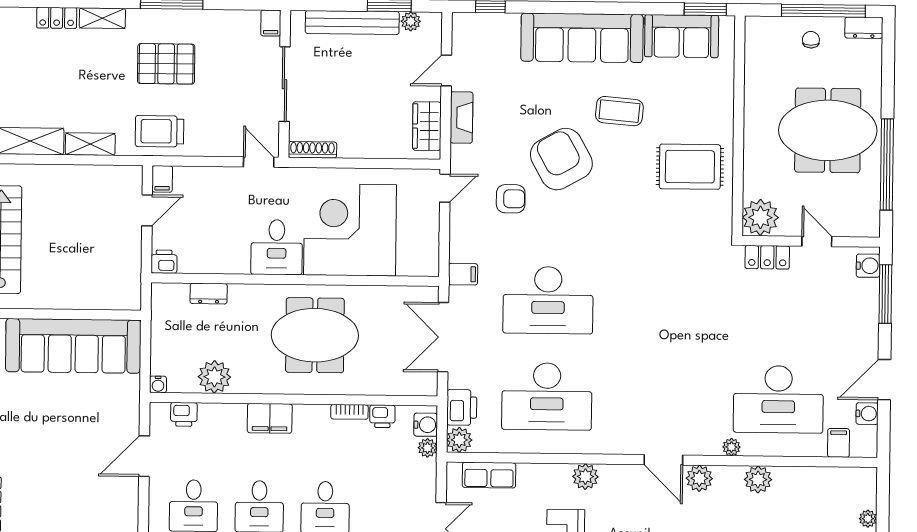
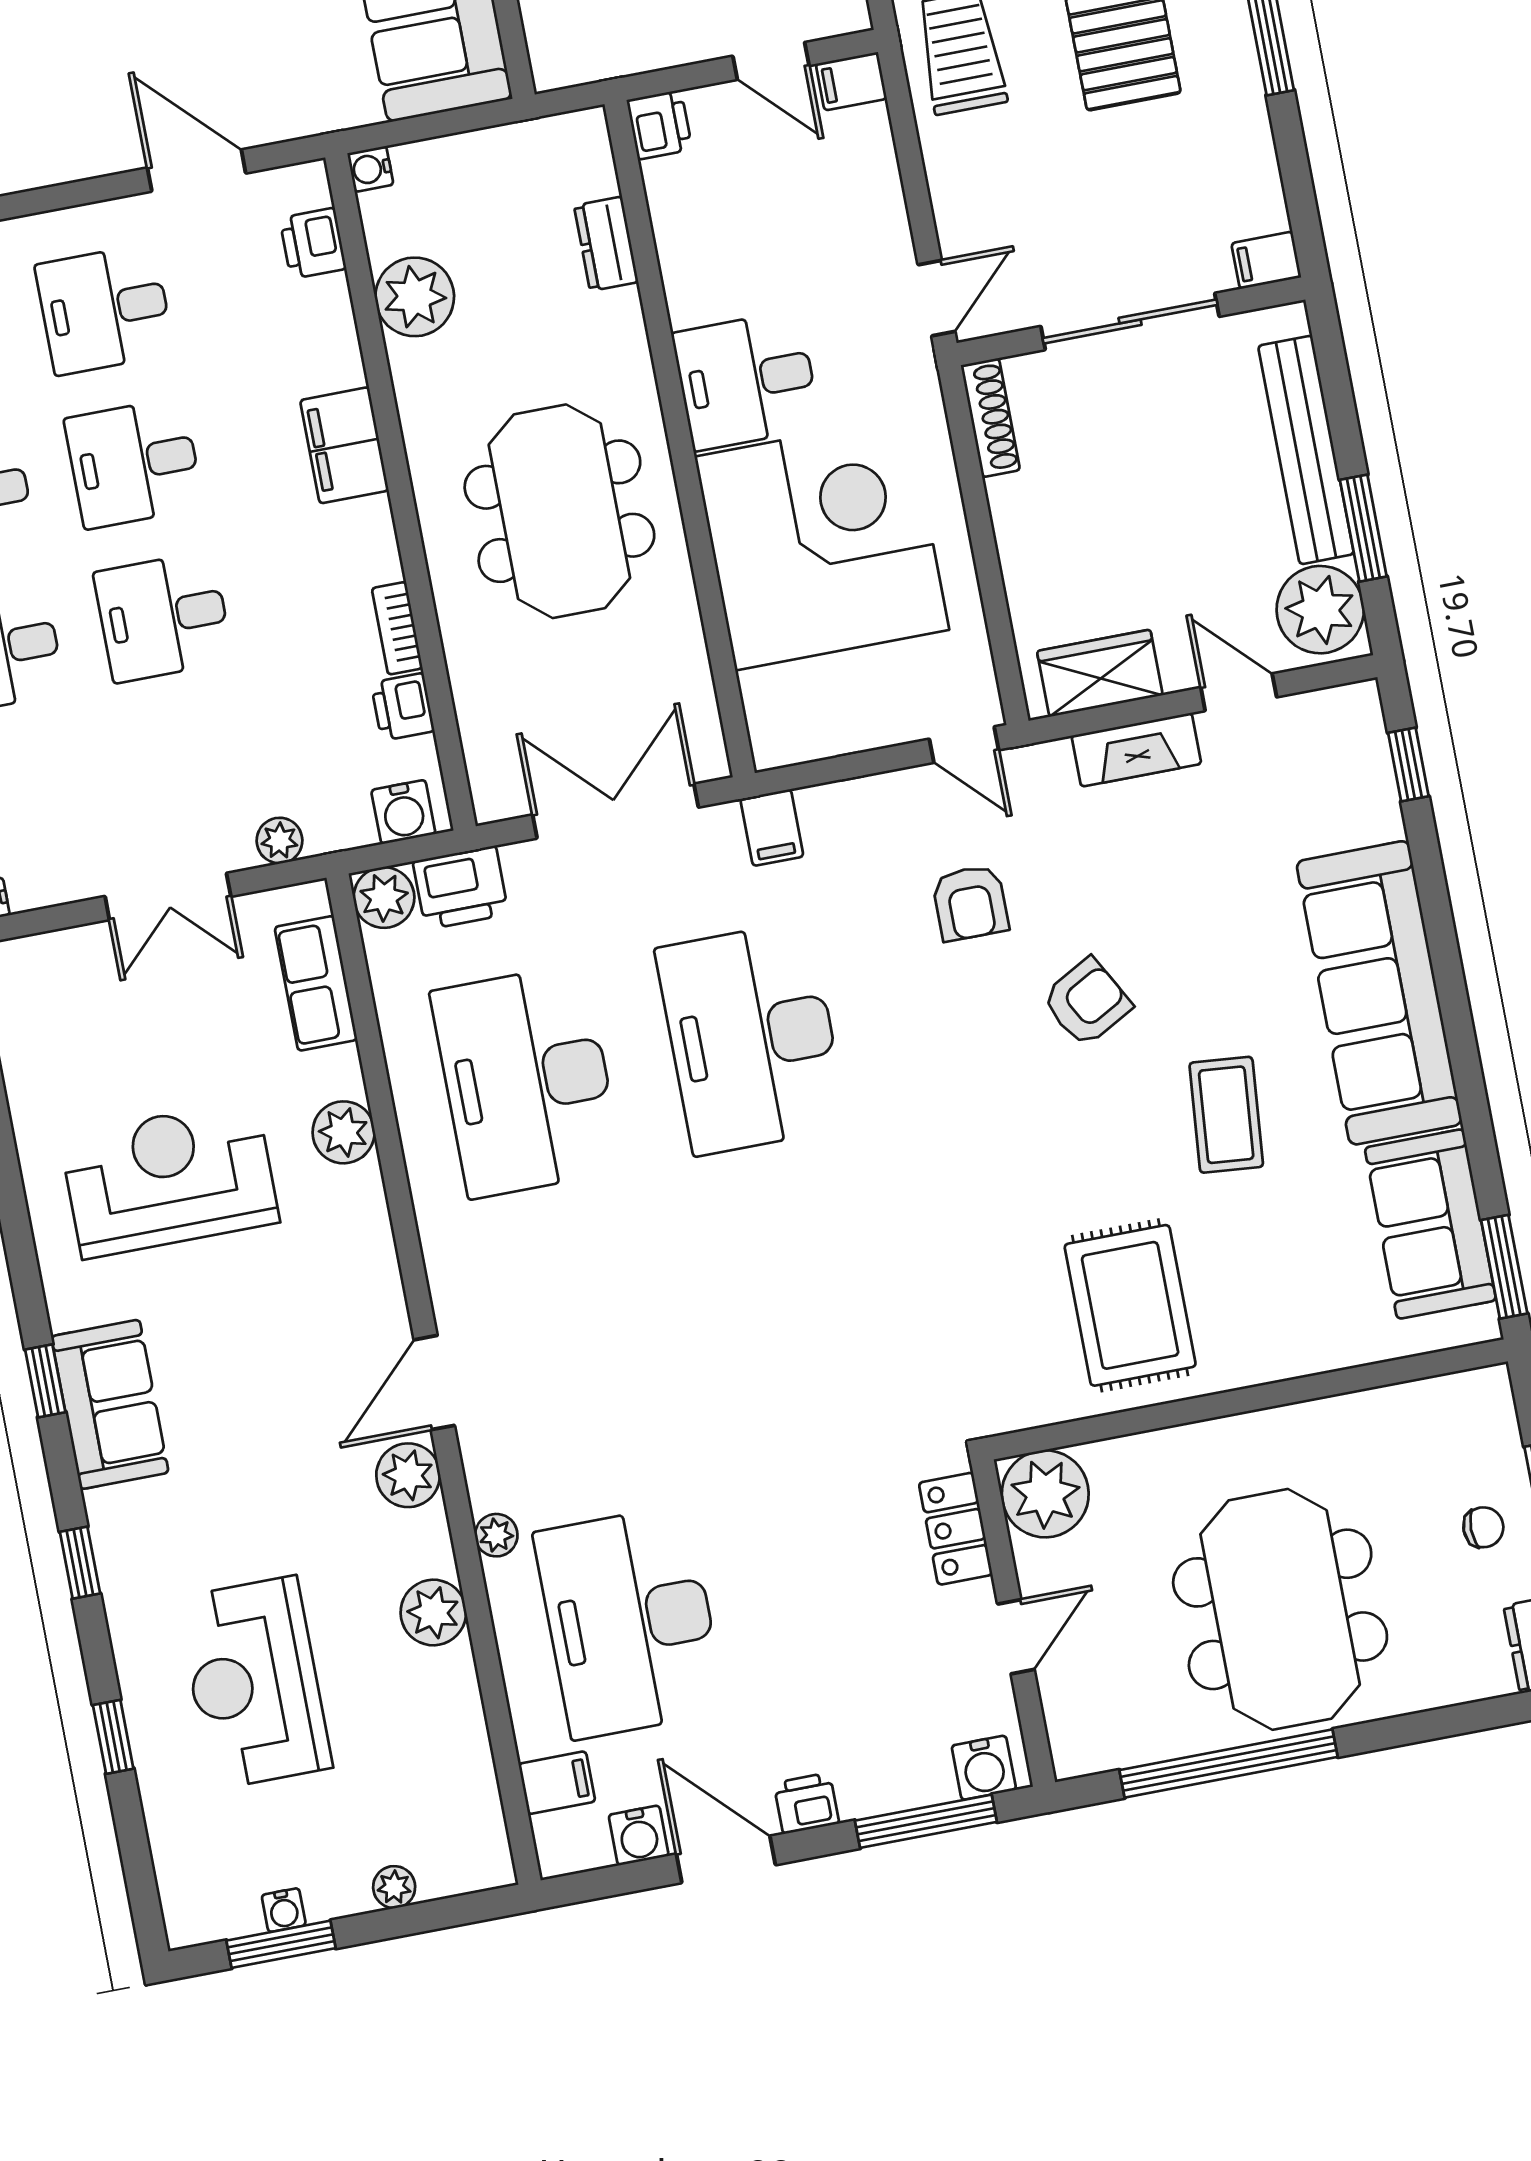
plant: (411, 21) -> (1320, 610), width x1.88, depth x1.88
armchair: (561, 159) -> (1087, 1002), width x0.53, depth x0.53
printer: (868, 342) -> (806, 1803), added
plant: (427, 448) -> (280, 841), moved
plant: (585, 477) -> (344, 1132), moved

